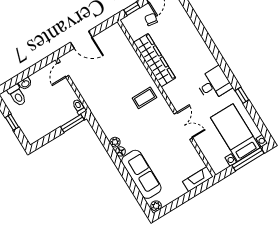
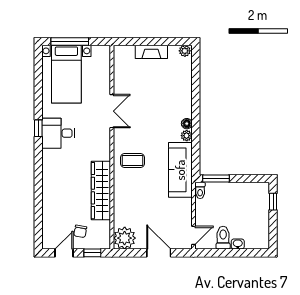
plant: (114, 35) -> (125, 238), added
toilet: (17, 95) -> (223, 238), moved
window: (242, 95) -> (38, 128), moved
window: (12, 122) -> (273, 202), moved
double door: (183, 126) -> (112, 111), swing flipped
sofa: (141, 174) -> (180, 170), moved
fireplace: (198, 179) -> (151, 52), moved

